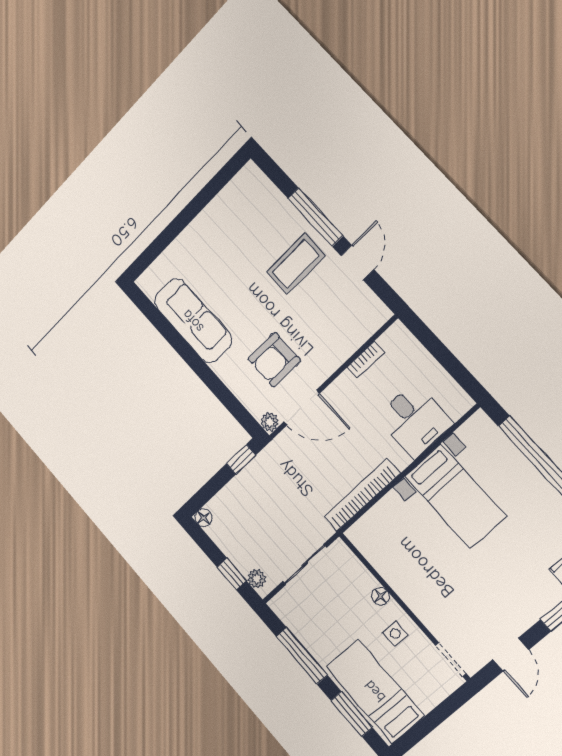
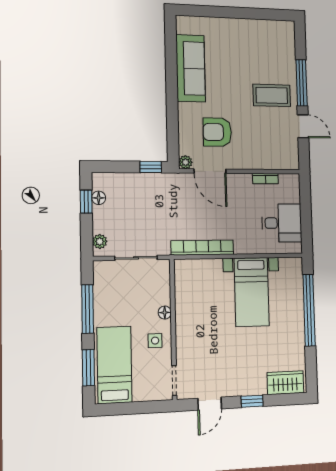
door: (357, 263) -> (303, 126), hinge flipped
desk: (415, 420) -> (282, 223), moved, turned -90
floor lamp: (204, 518) -> (99, 198), moved
window: (232, 574) -> (86, 202), moved

